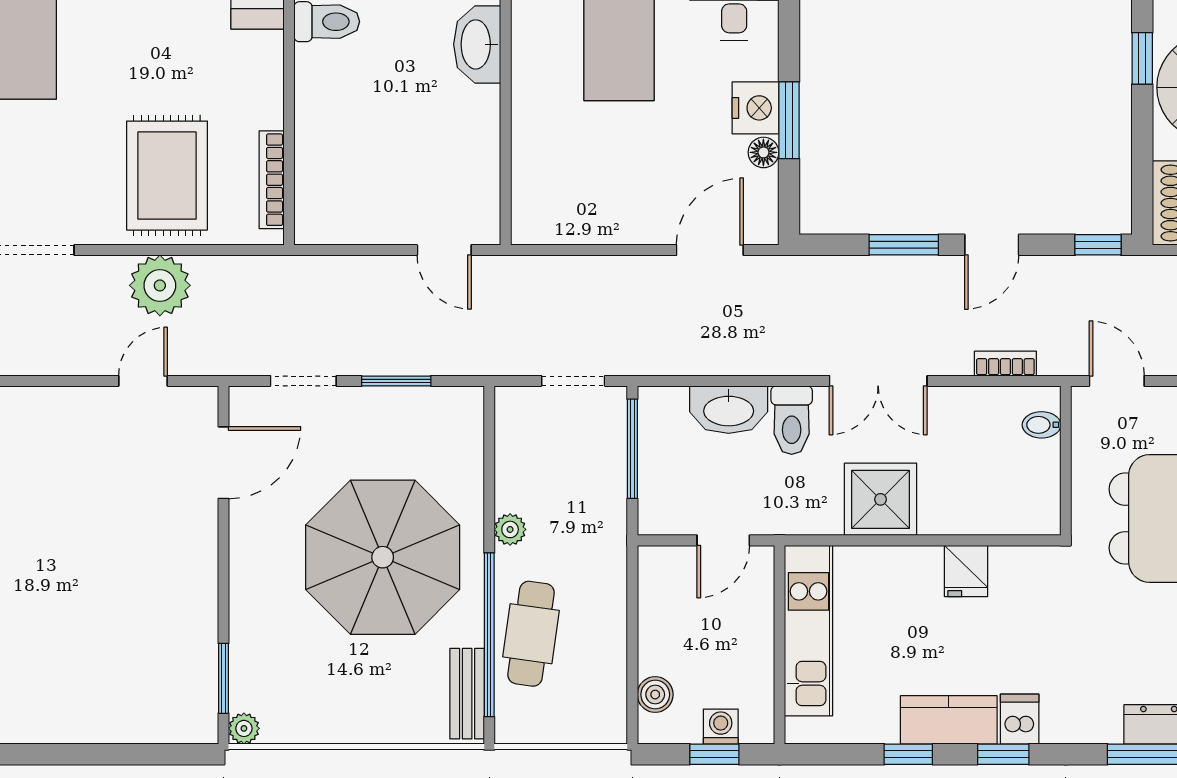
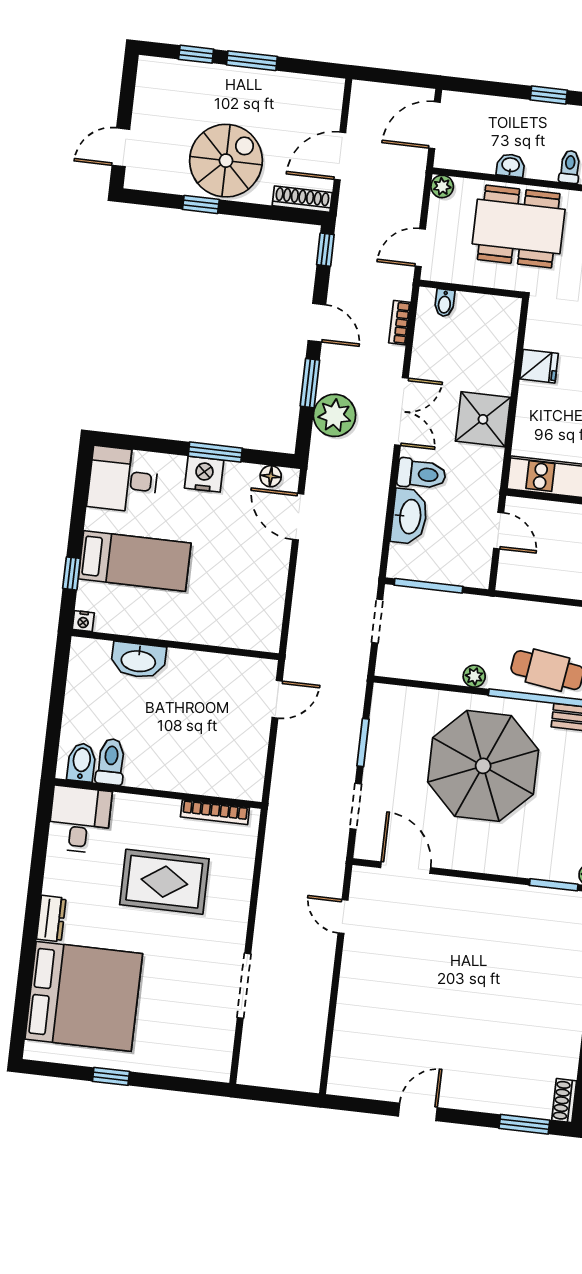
floor lamp: (763, 152) -> (271, 476), moved
rug: (167, 176) -> (164, 882), moved
plant: (160, 285) -> (335, 415), moved

